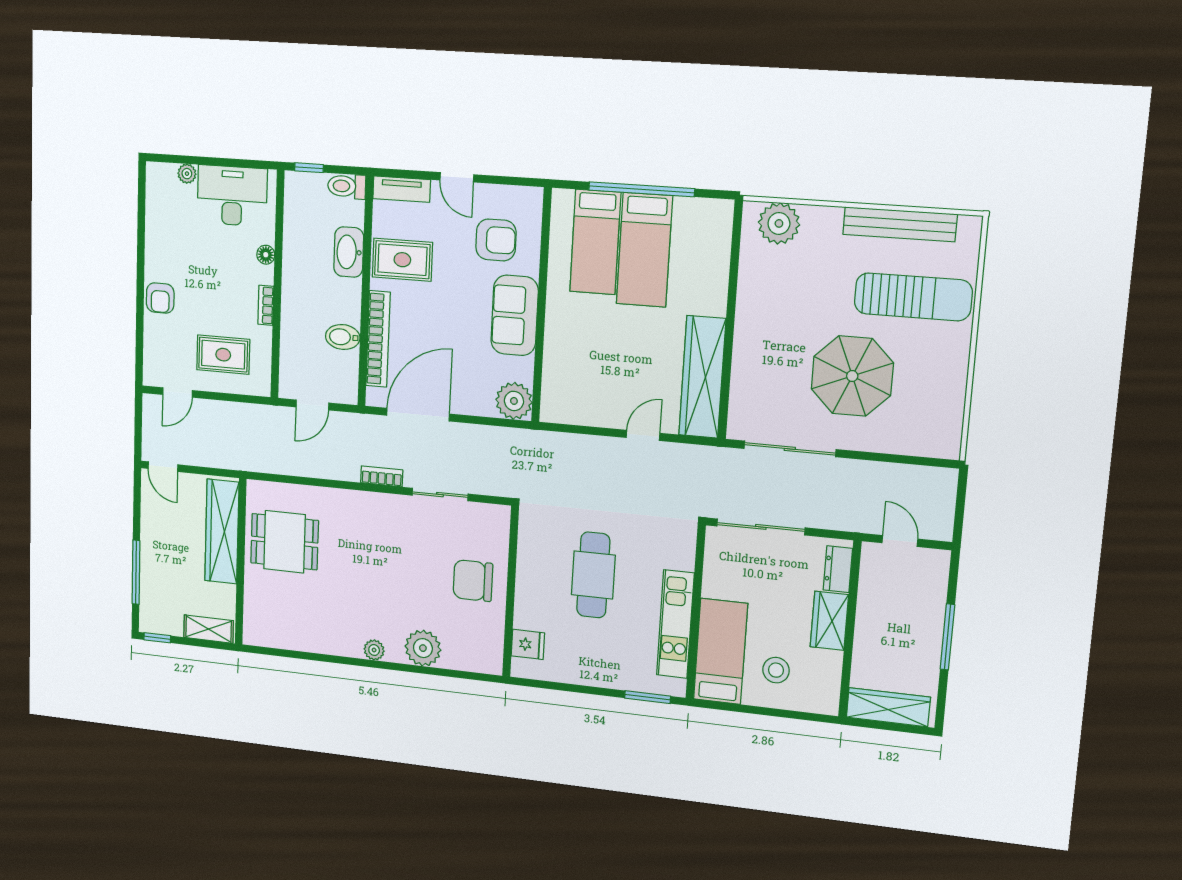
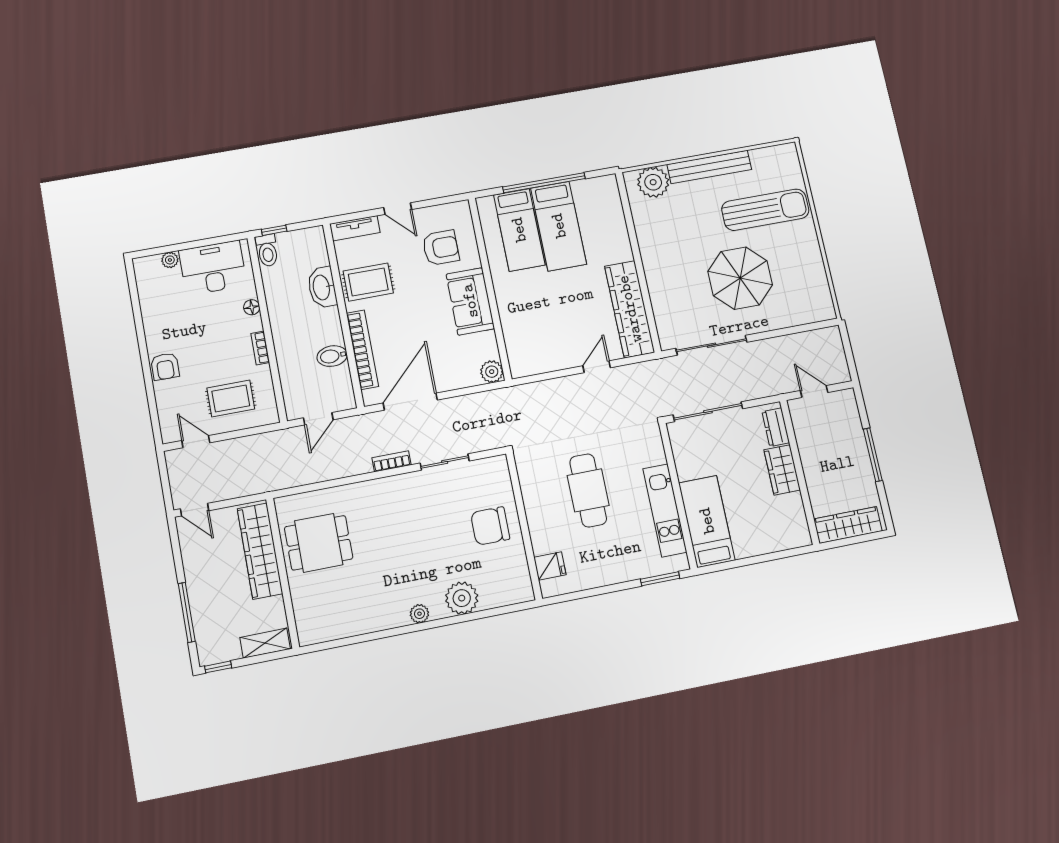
toilet: (347, 186) -> (267, 250), moved, turned -90
bench: (900, 224) -> (709, 167), moved
door: (178, 393) -> (196, 442), swing flipped
plant: (514, 401) -> (492, 372), width x0.73, depth x0.73
stool: (776, 670) -> (754, 523), removed

